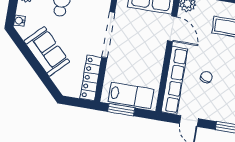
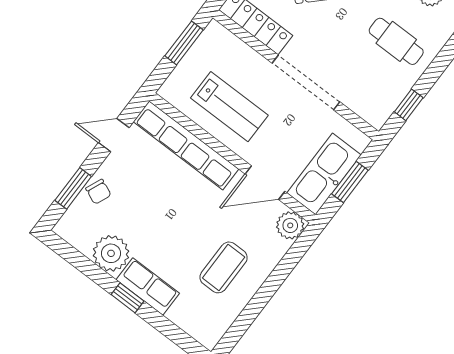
chair: (206, 77) -> (98, 192), moved
lab bench: (131, 95) -> (229, 107), moved, turned -90

